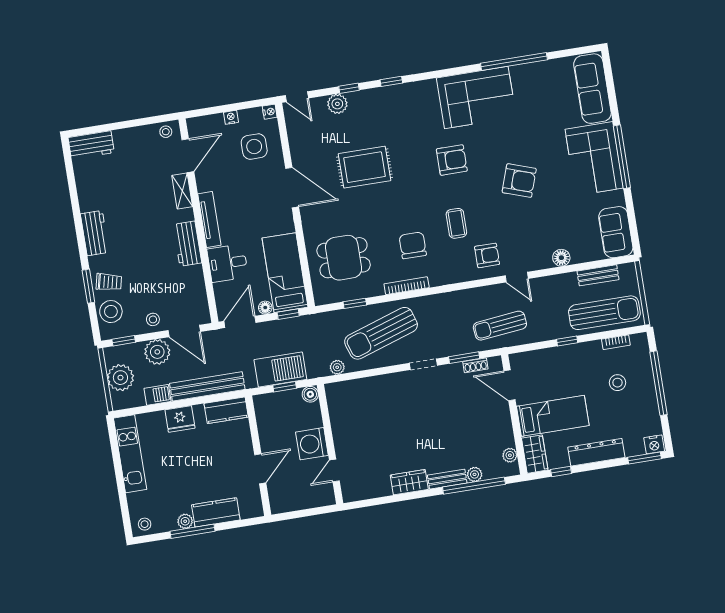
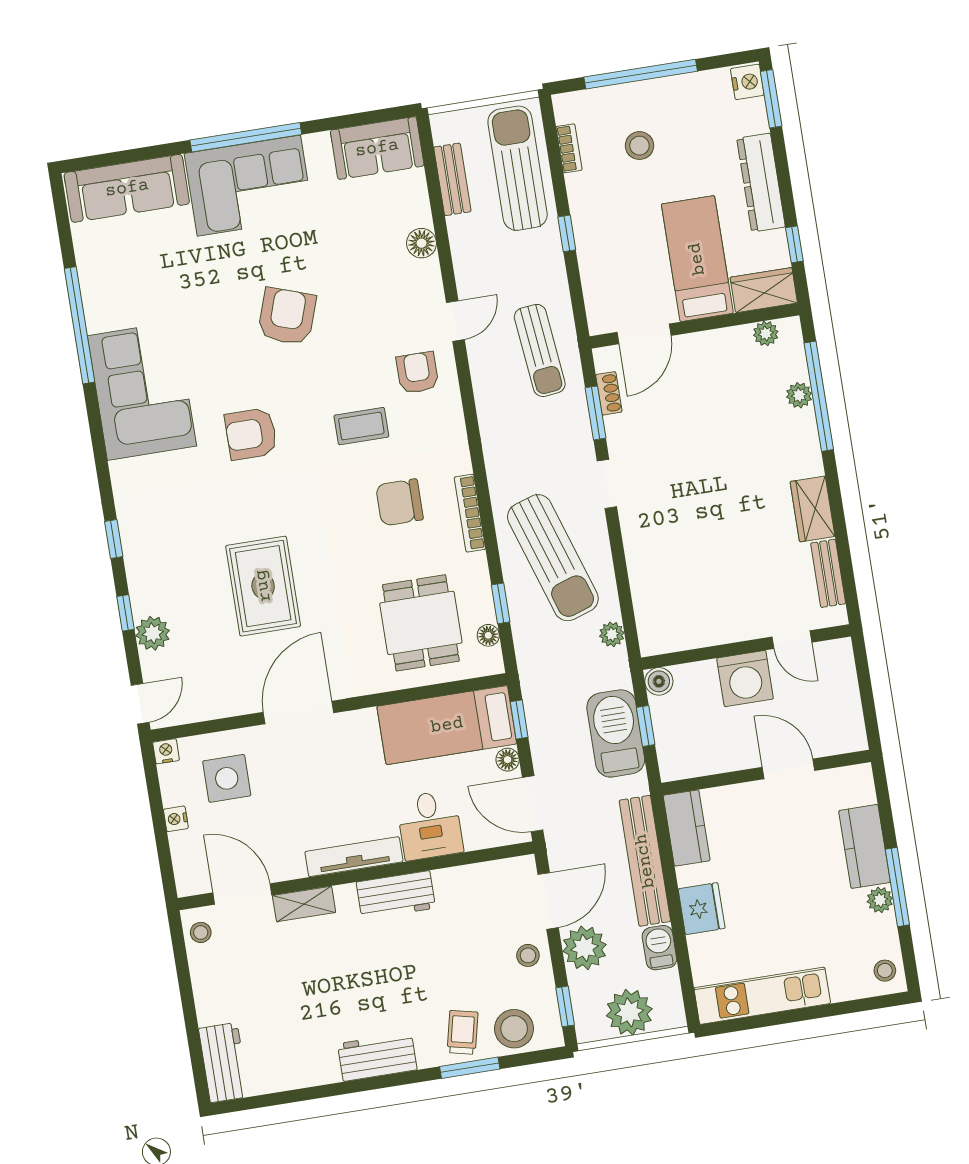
armchair: (452, 160) -> (251, 434), turned -90
floor lamp: (336, 296) -> (488, 635), added
bench: (447, 479) -> (828, 573), moved

